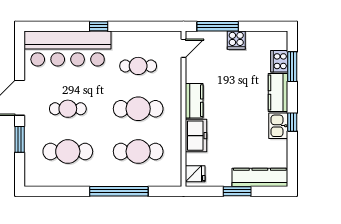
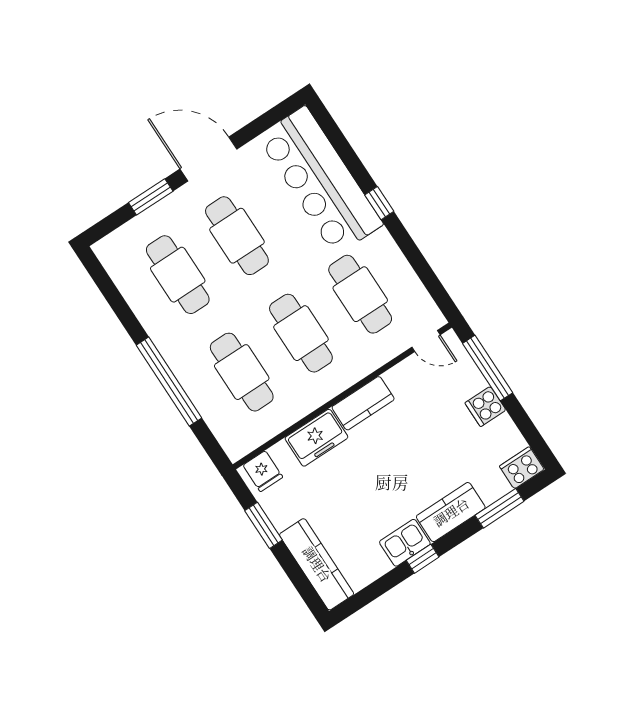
cooker: (279, 61) -> (522, 468), moved
cafe table: (138, 66) -> (360, 294), width x1.37, depth x1.35
cafe table: (68, 109) -> (237, 236), width x1.37, depth x1.35
window: (237, 191) -> (264, 525), moved

